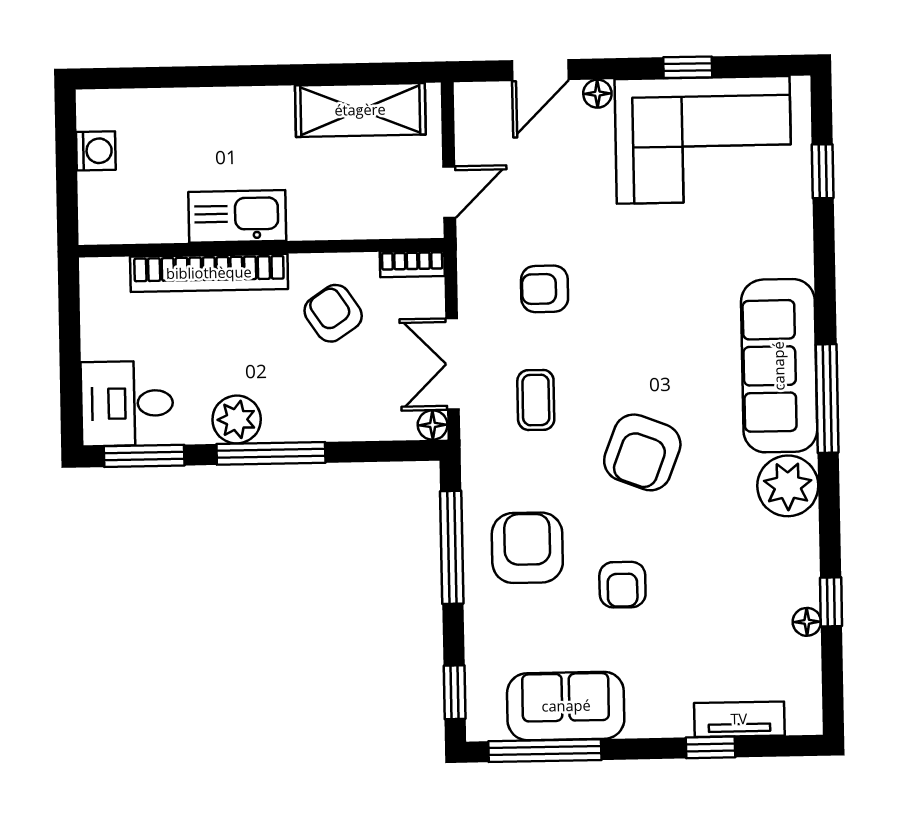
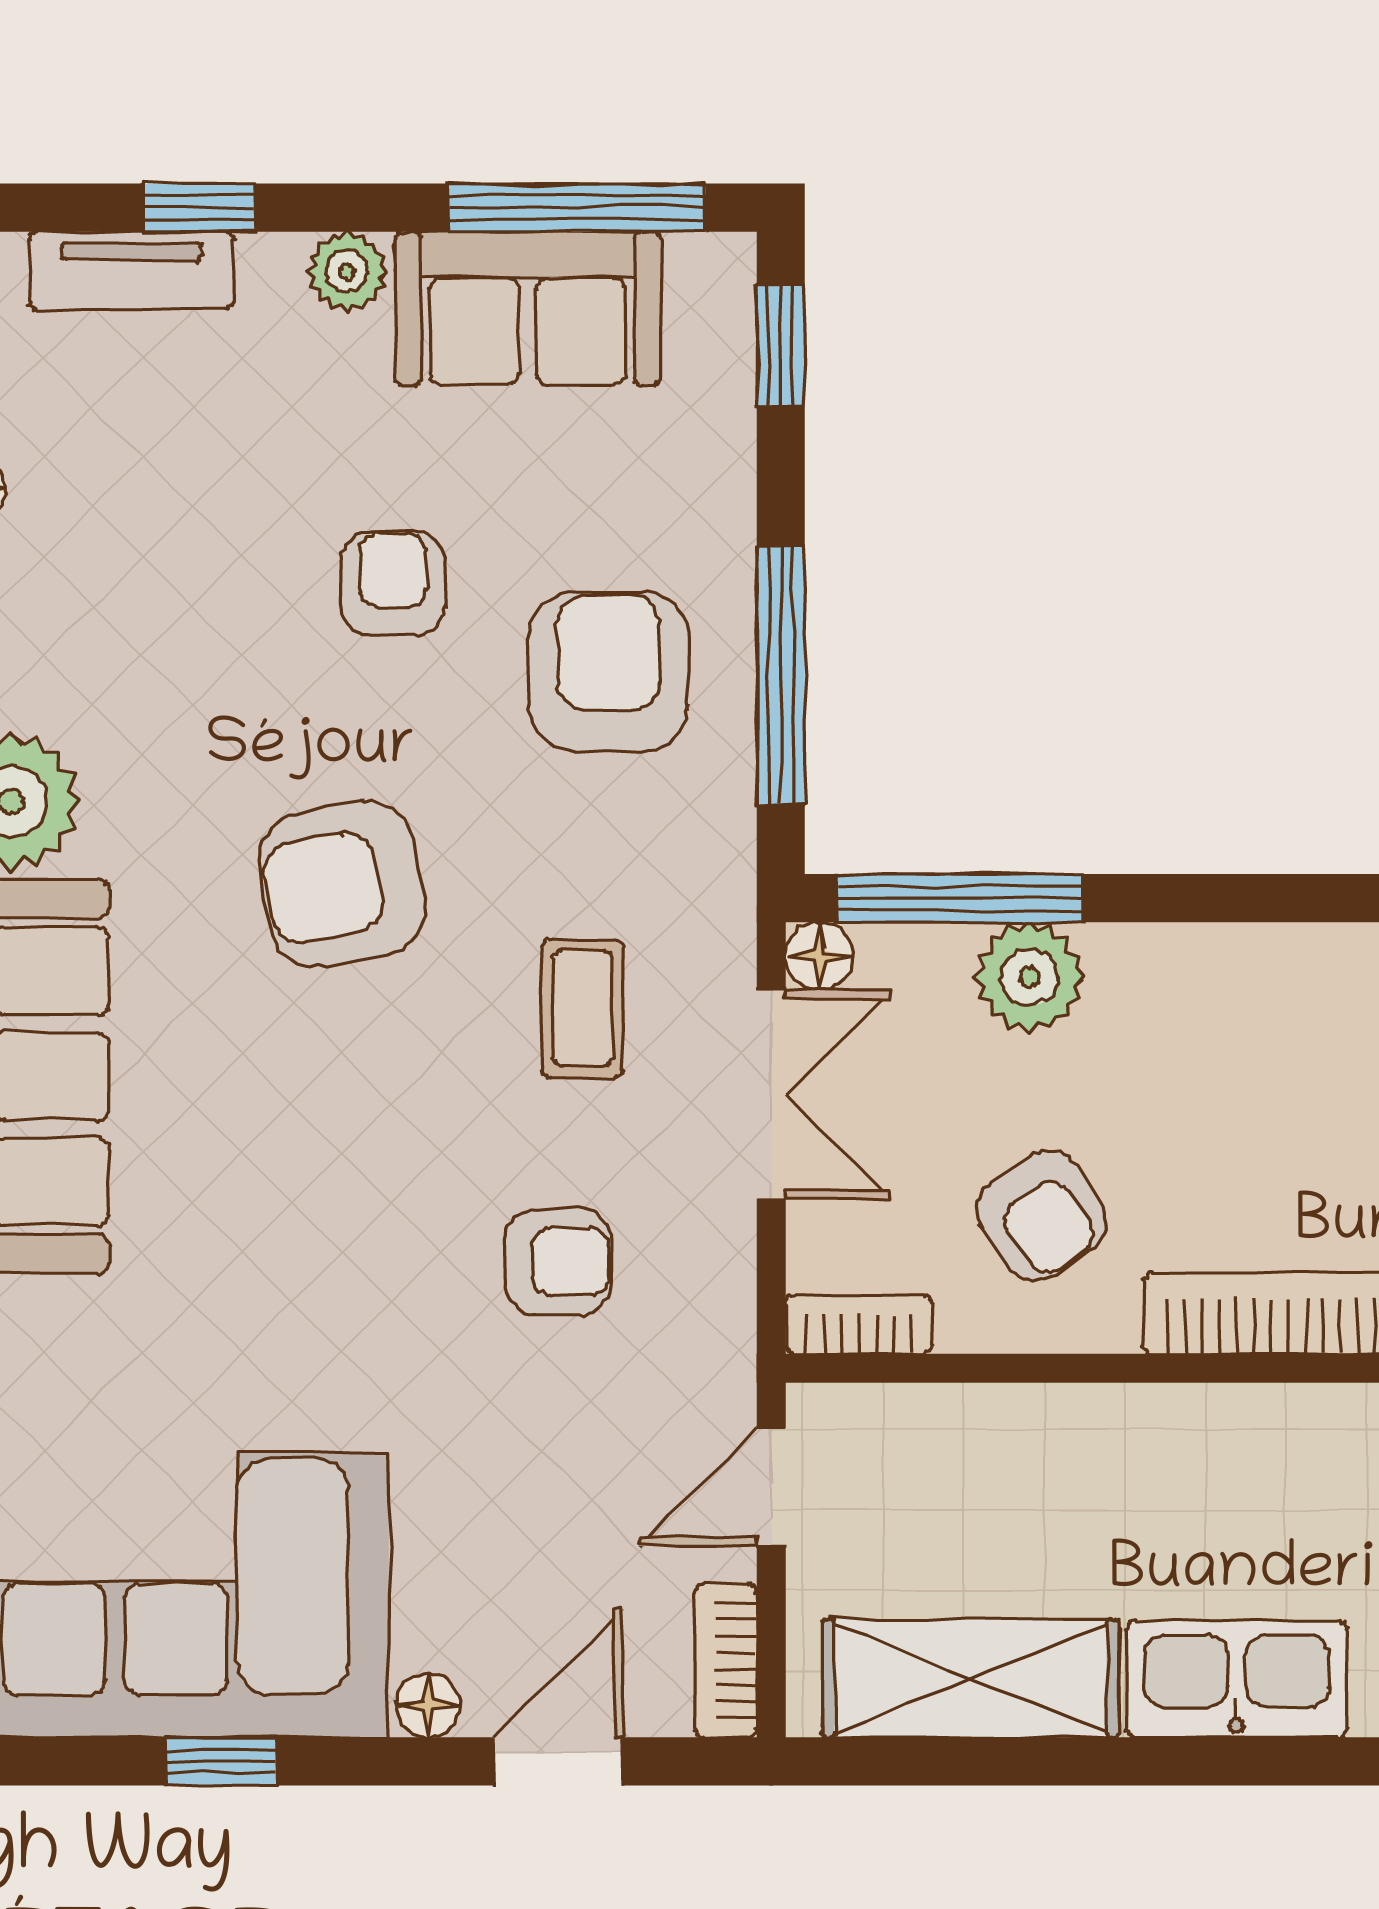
bookcase: (468, 116) -> (726, 1661), added
kitchen sink: (237, 216) -> (1237, 1679), moved, turned 180
plant: (237, 419) -> (1029, 977), moved
armchair: (642, 452) -> (342, 884), turned -122
window: (271, 453) -> (960, 898), moved
armchair: (527, 548) -> (608, 671), turned 180
plant: (645, 721) -> (347, 272), added

